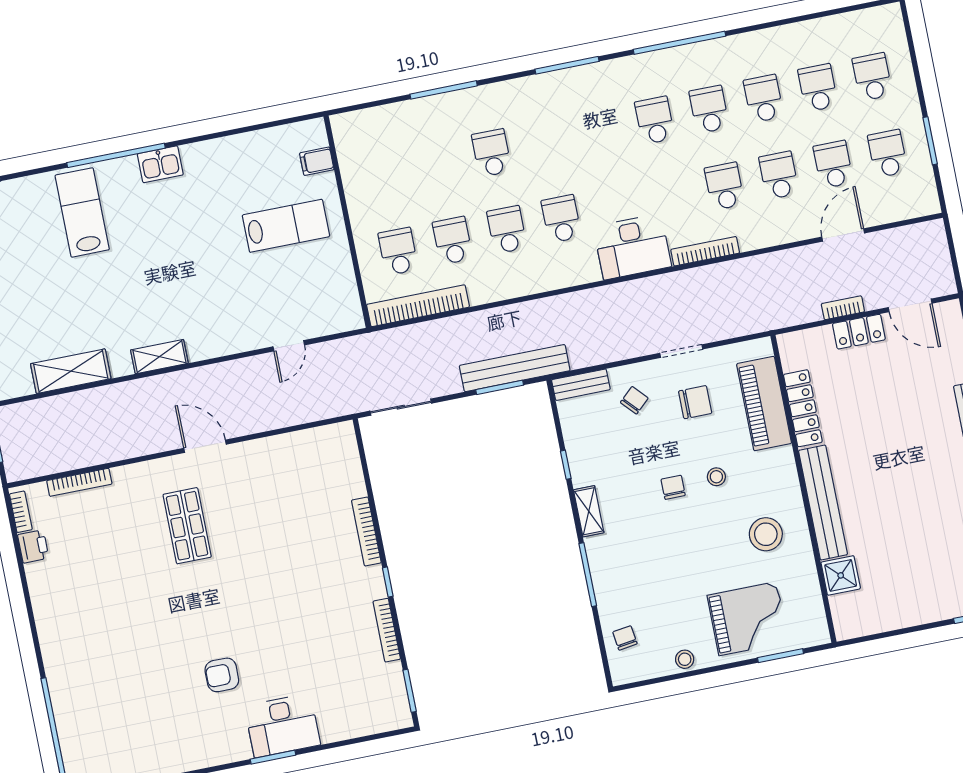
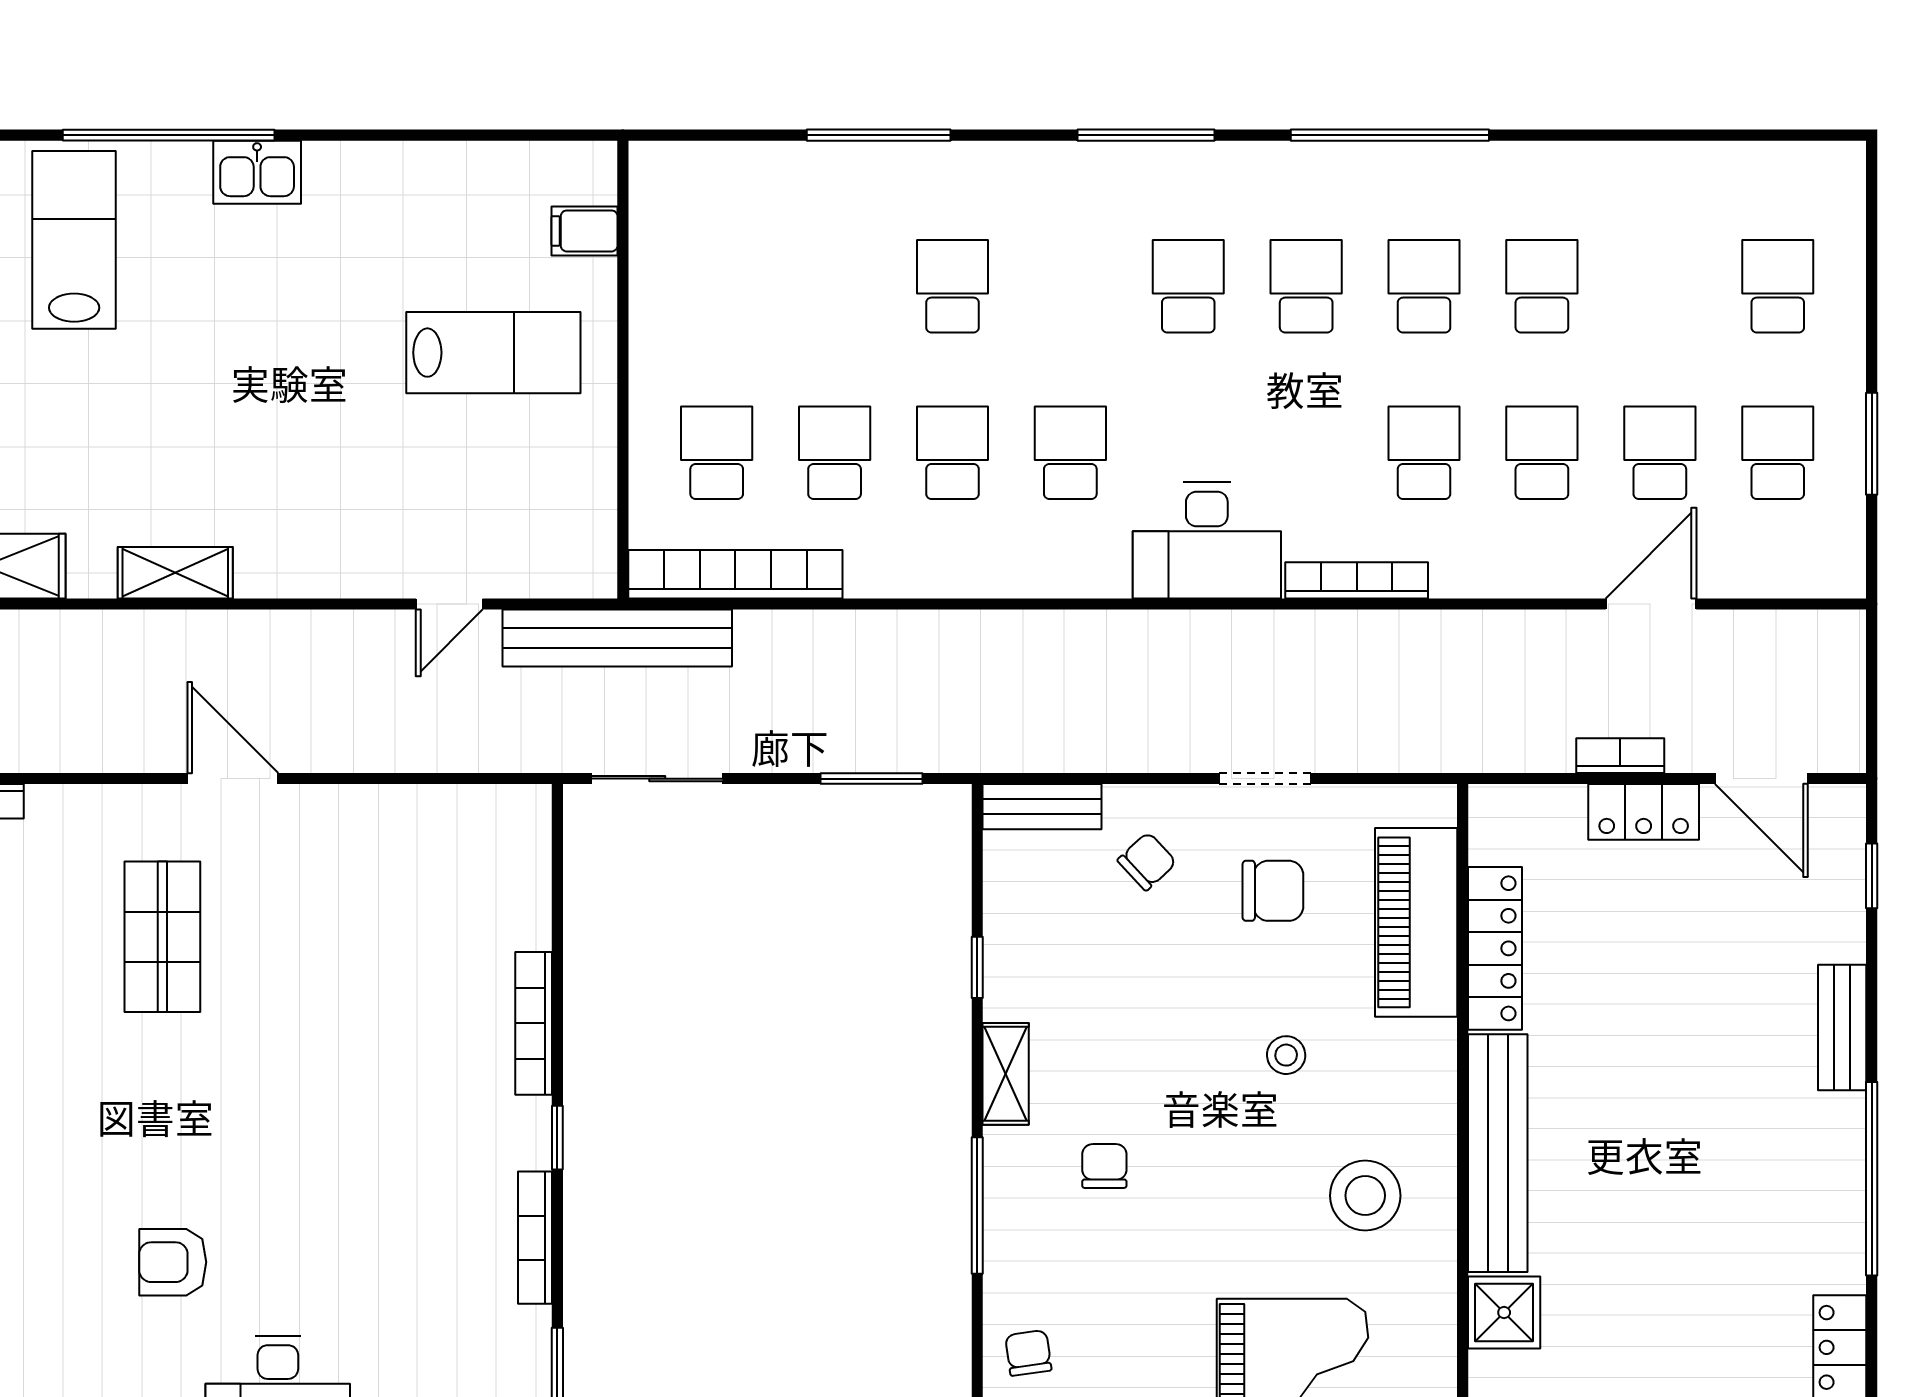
school desk: (818, 88) -> (1188, 286), moved
bench: (515, 368) -> (617, 638), moved
chair: (673, 487) -> (1104, 1166), moved

